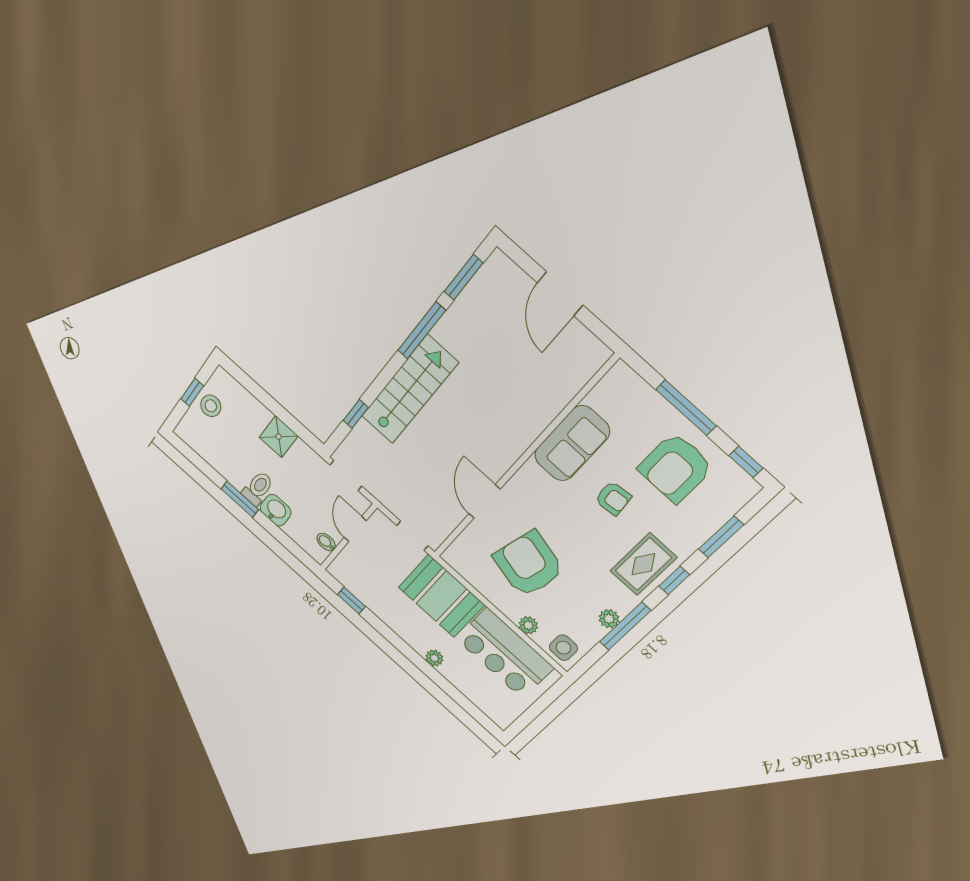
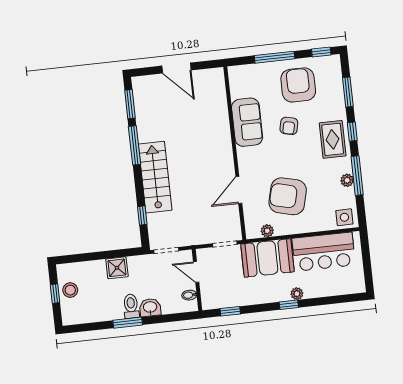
armchair: (675, 468) -> (298, 85), turned 180
armchair: (613, 498) -> (289, 126), turned 109
door: (485, 501) -> (239, 190), hinge flipped
plant: (528, 625) -> (267, 231), moved
window: (415, 658) -> (289, 305), added

